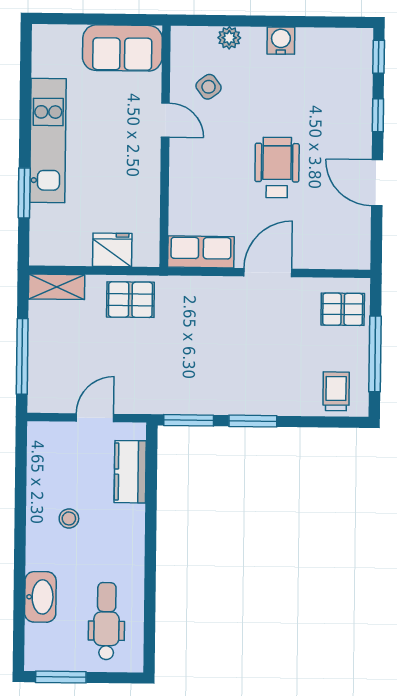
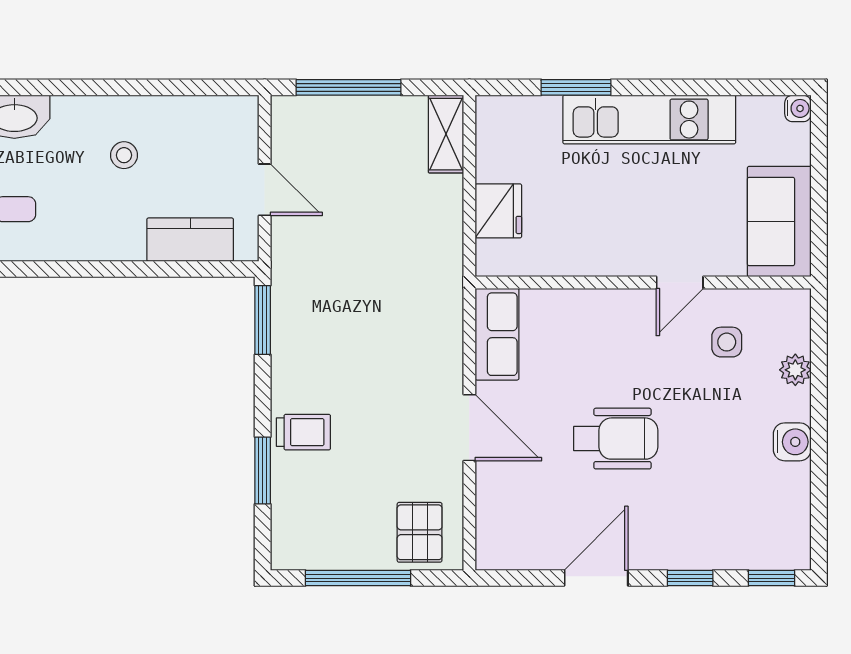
water cooler: (41, 34) -> (798, 108), added
side table: (209, 87) -> (727, 342), turned 37
pallet: (130, 300) -> (429, 237), removed
trolley: (336, 391) -> (303, 432), moved
window: (253, 421) -> (263, 471), moved

